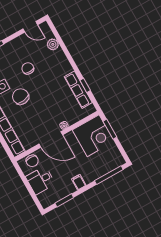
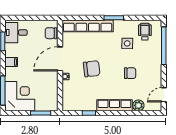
row of seats: (78, 90) -> (114, 105), moved
chair: (21, 97) -> (92, 69), moved
corner desk: (93, 136) -> (20, 96), moved, turned 180
desk: (40, 180) -> (16, 33), moved, turned -90

